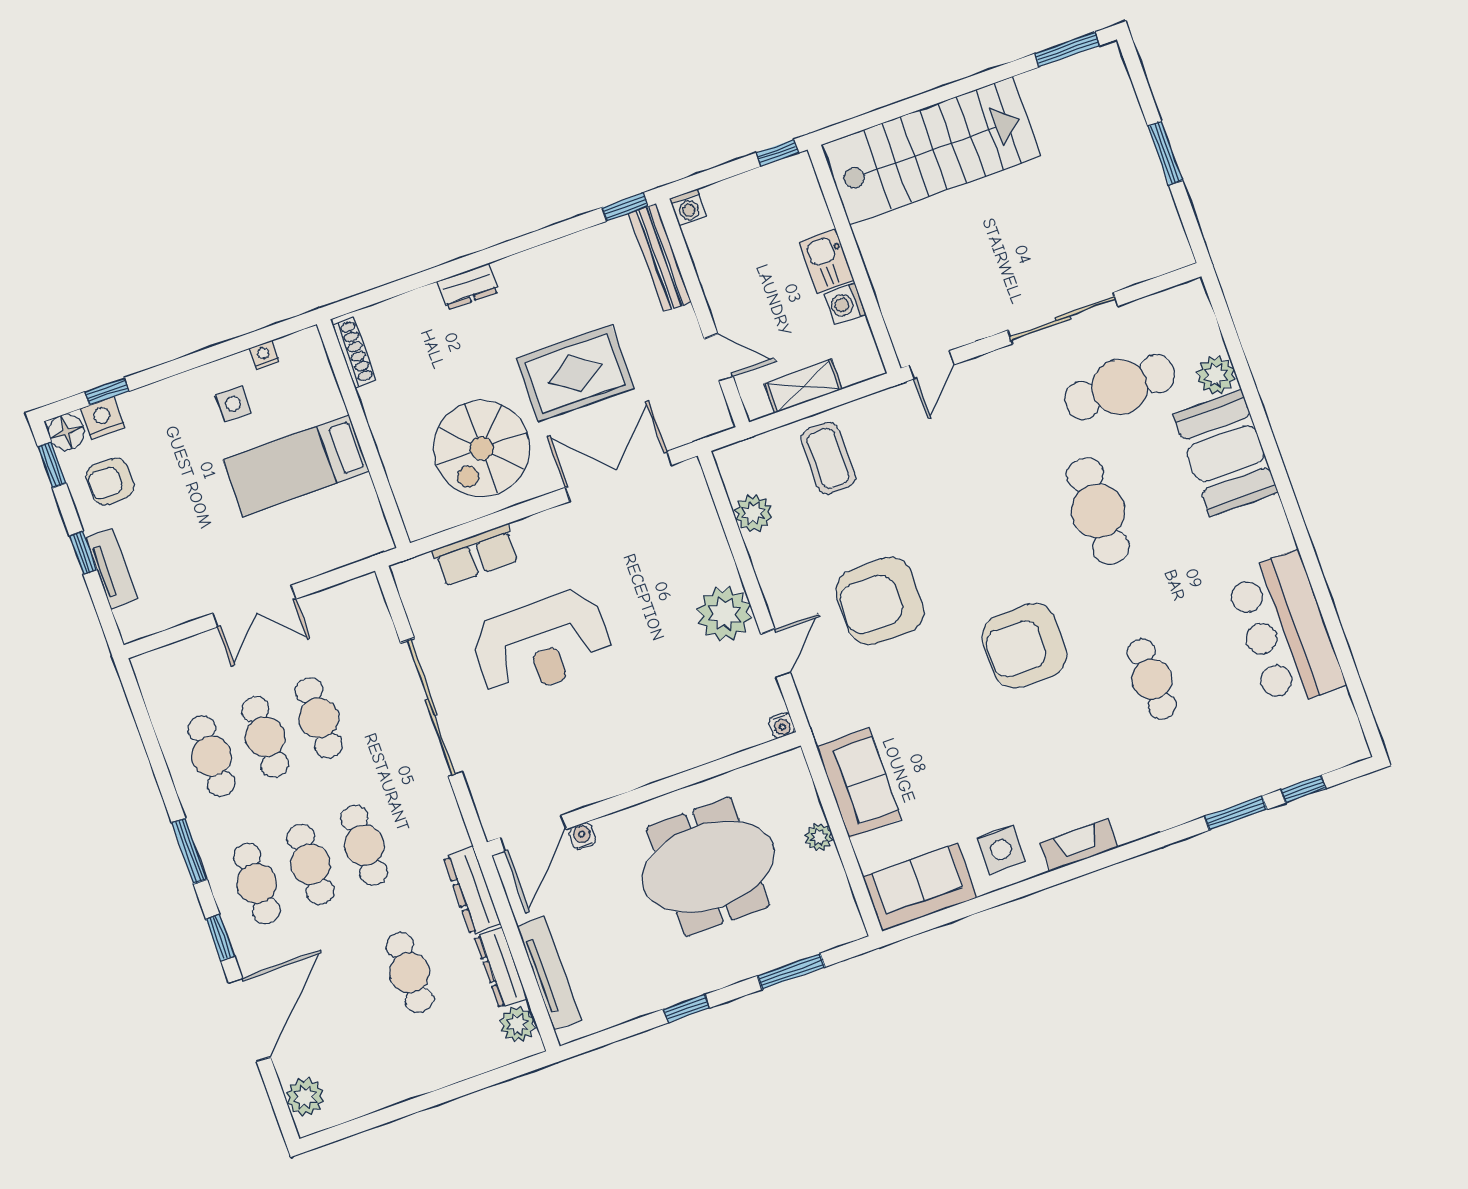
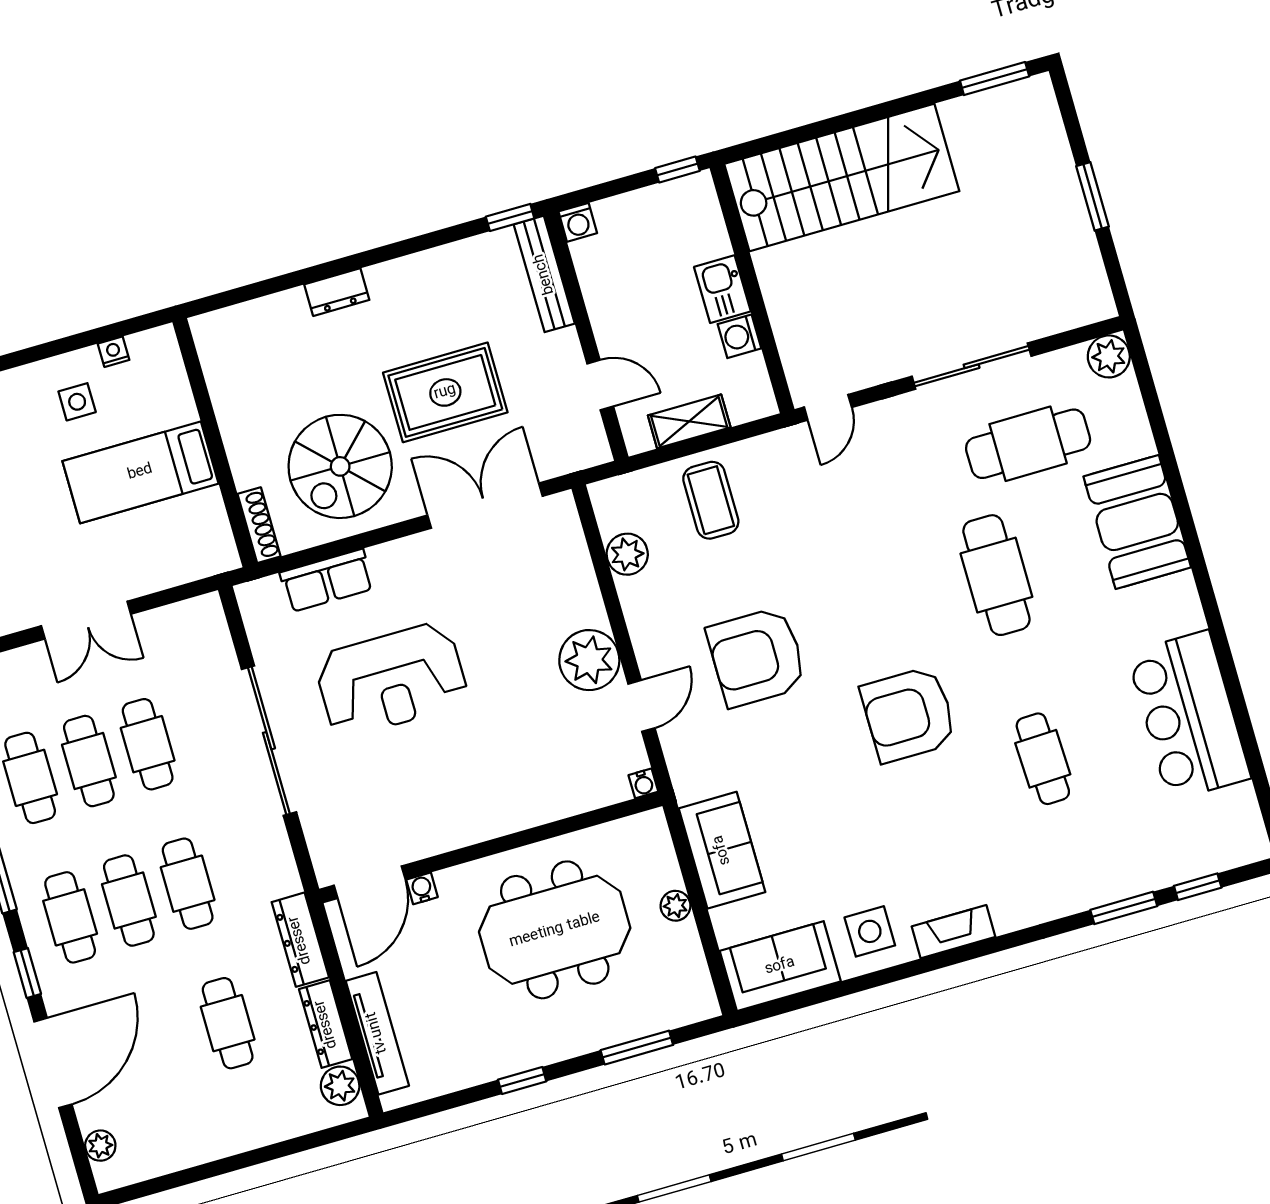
shoe rack: (354, 352) -> (259, 525), moved
plant: (1216, 375) -> (1109, 356), moved
plant: (305, 1097) -> (100, 1146), width x0.73, depth x0.73

